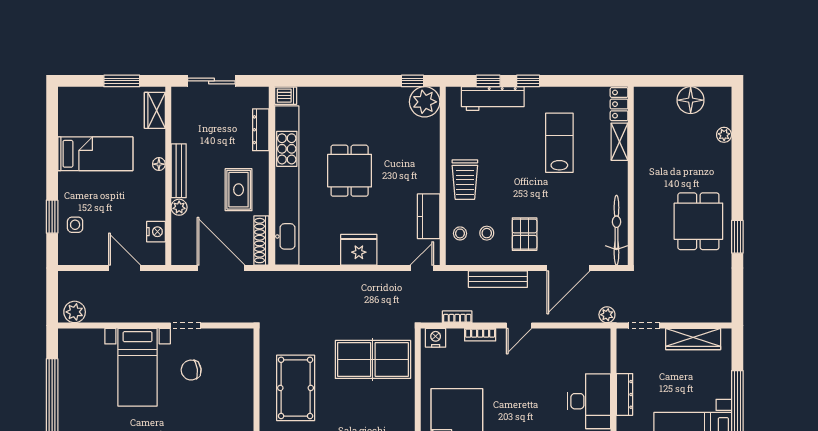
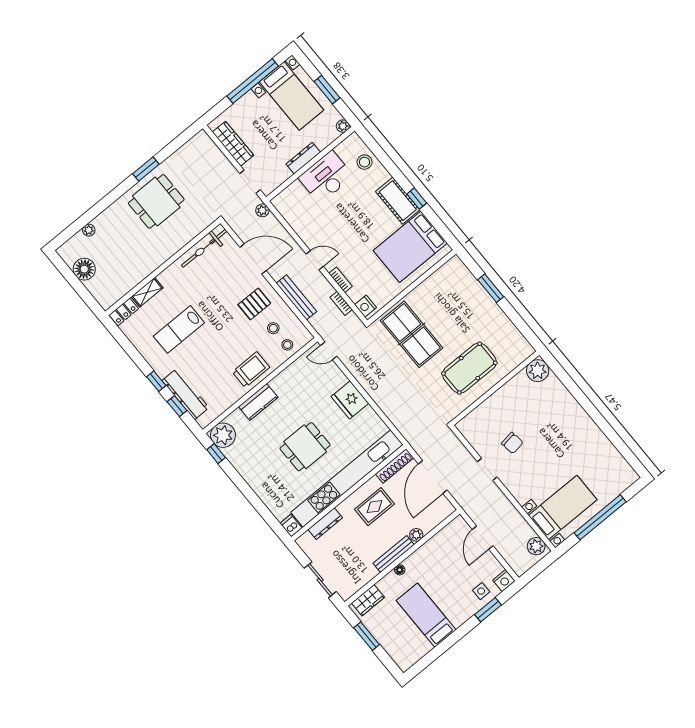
kitchen counter: (429, 216) -> (258, 402), moved
nightstand: (156, 232) -> (504, 581), moved, turned 180
bed with nightstands: (138, 367) -> (563, 508), moved

